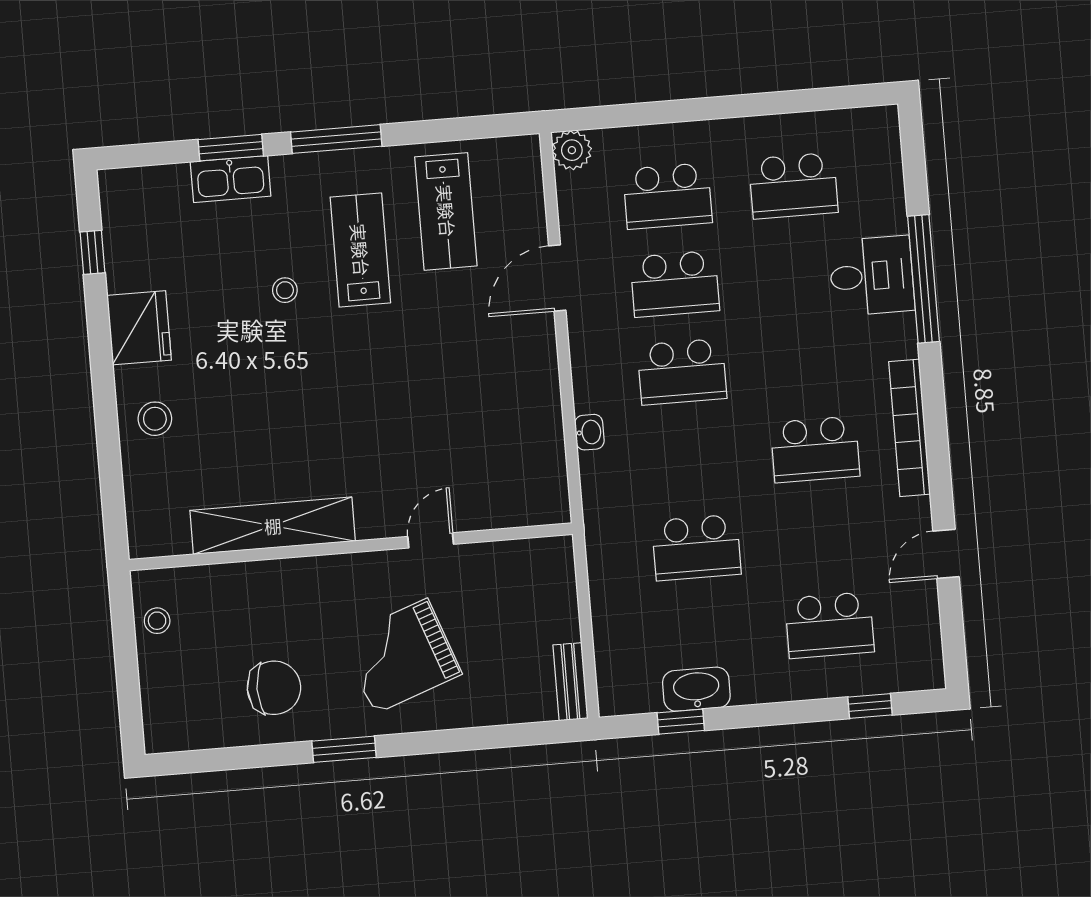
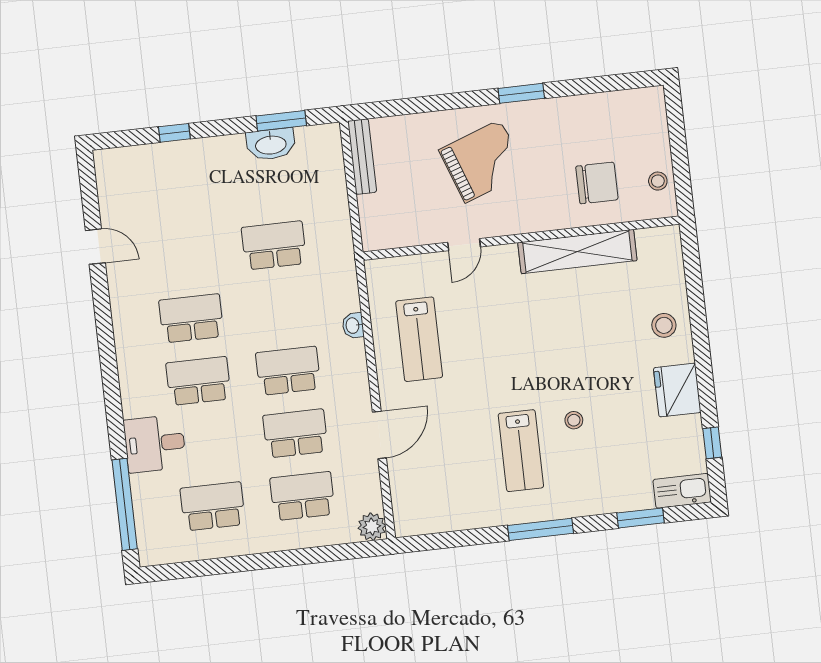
window: (231, 148) -> (641, 518), moved
kitchen sink: (231, 179) -> (682, 491), moved
lab bench: (446, 211) -> (419, 339), moved, turned 180
window: (923, 279) -> (125, 504), moved
bookcase: (910, 428) -> (124, 336), removed
door: (946, 554) -> (95, 247), hinge flipped
school desk: (830, 625) -> (198, 381), moved
bench: (570, 682) -> (362, 157), width x1.36
chair: (274, 688) -> (597, 183), moved, turned 180
window: (870, 706) -> (174, 133), moved
window: (681, 722) -> (281, 121), width x1.50

